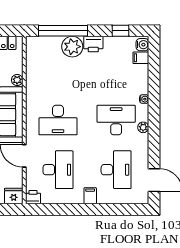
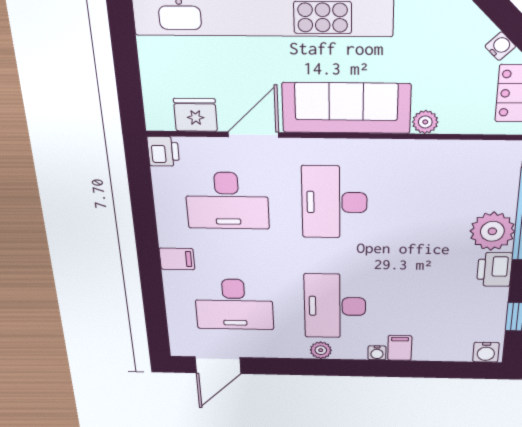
filing cabinet: (141, 58) -> (400, 348), moved
desk: (116, 120) -> (335, 306), turned 180
fridge: (14, 196) -> (195, 115), moved, turned -90

